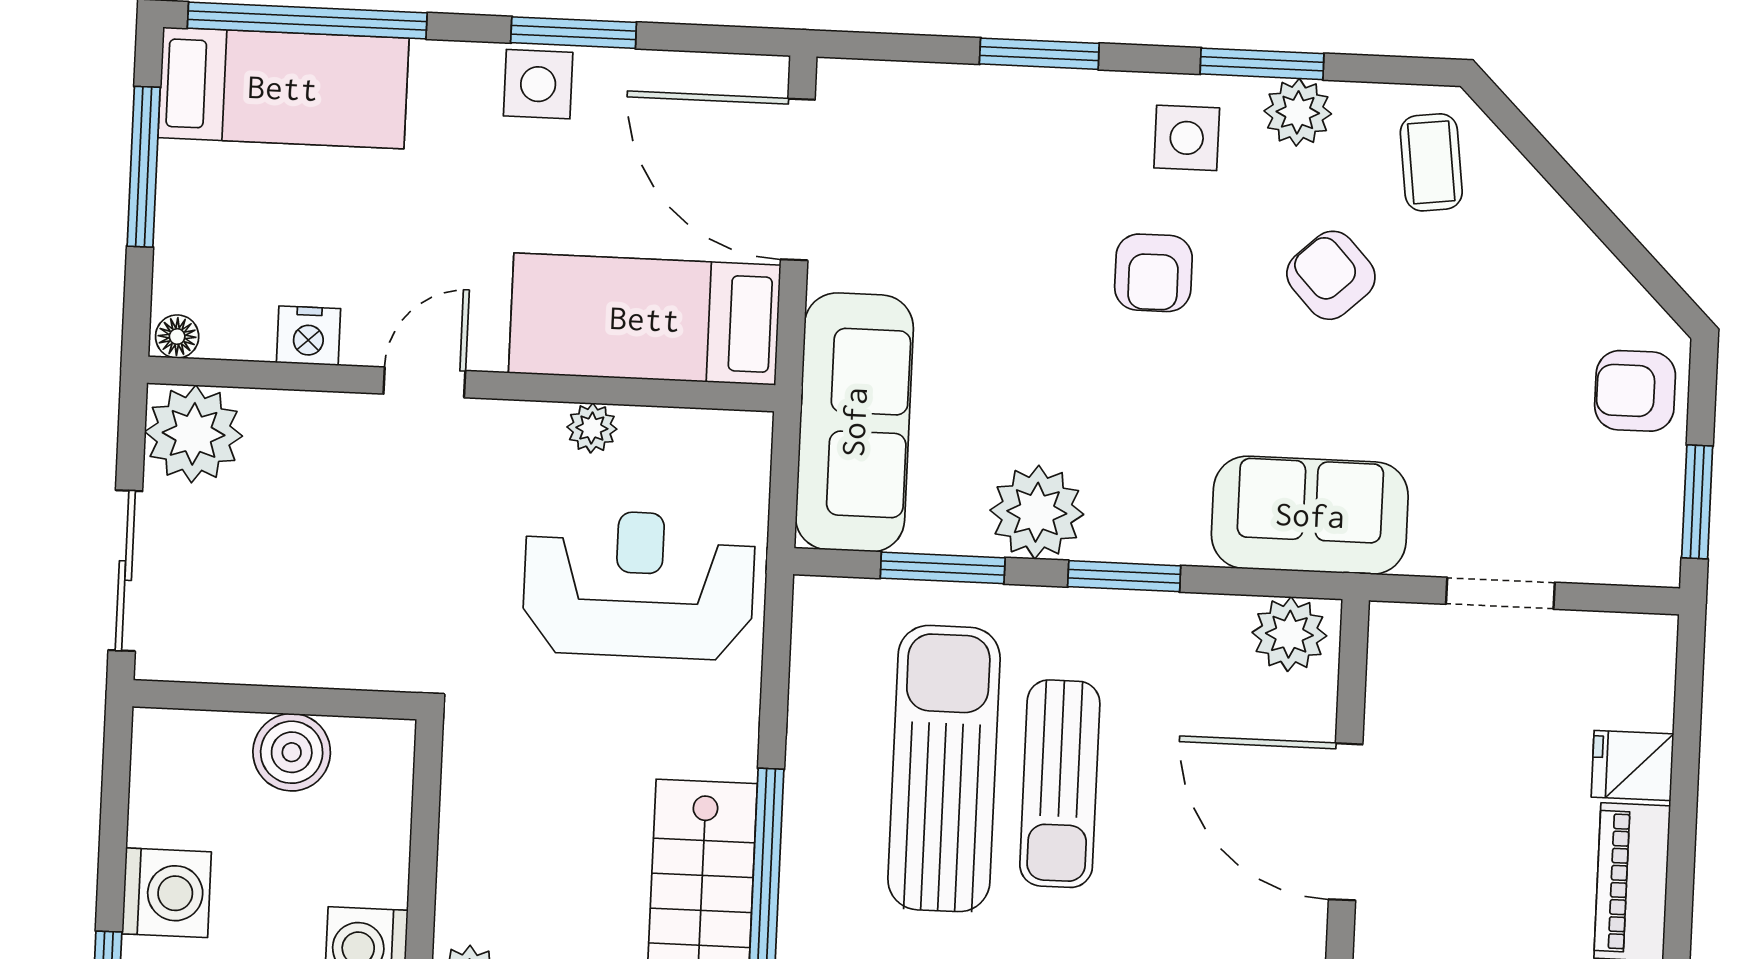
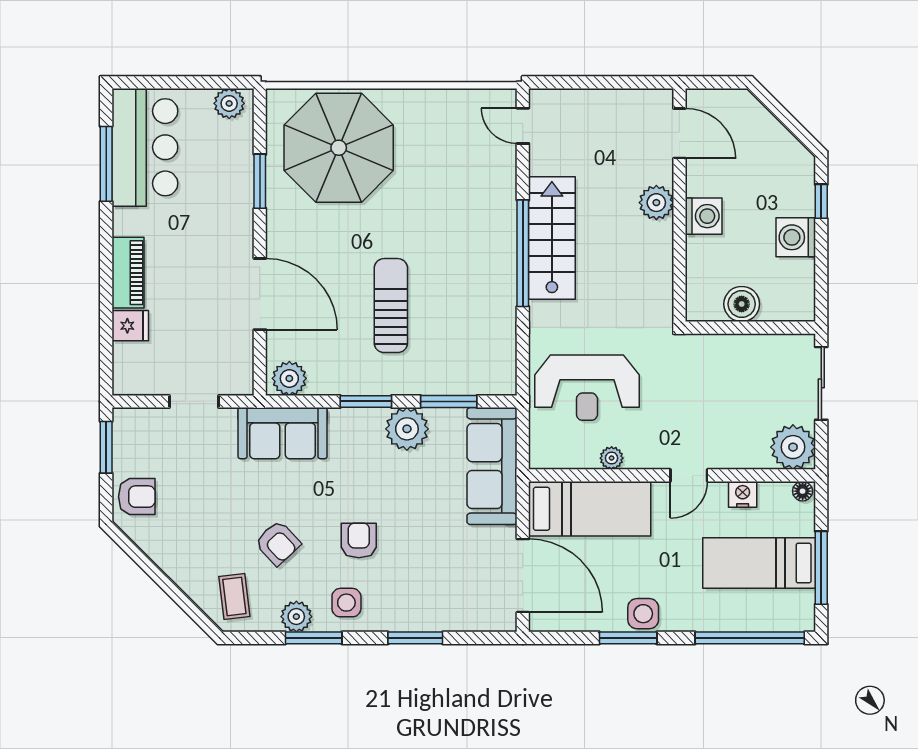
bed: (283, 88) -> (759, 563), moved
sun lounger: (944, 769) -> (444, 310), removed

